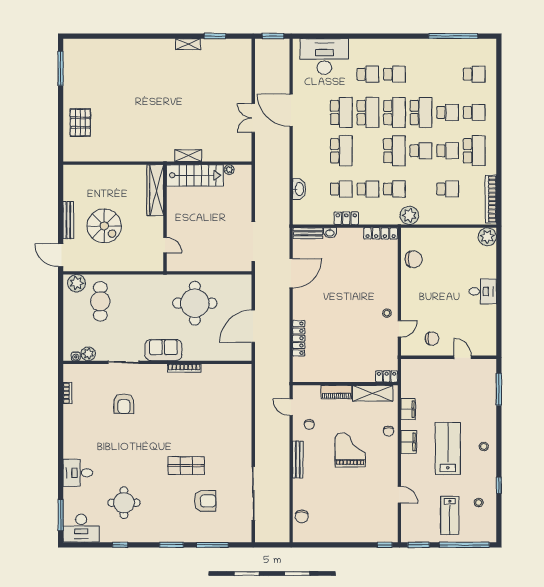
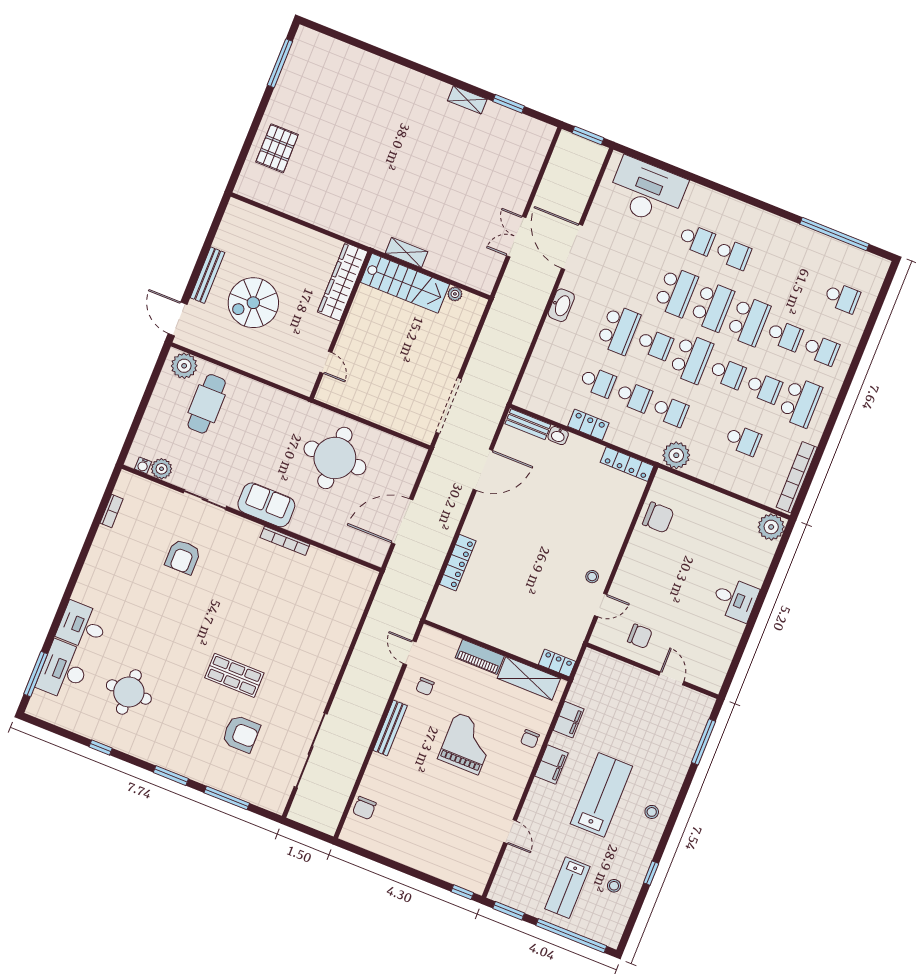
school desk: (341, 112) -> (655, 344), moved, width x0.54
washbasin: (299, 189) -> (561, 305), moved
spiral stairs: (104, 226) -> (253, 303), turned 90
desk: (81, 528) -> (64, 670), moved, turned 90

